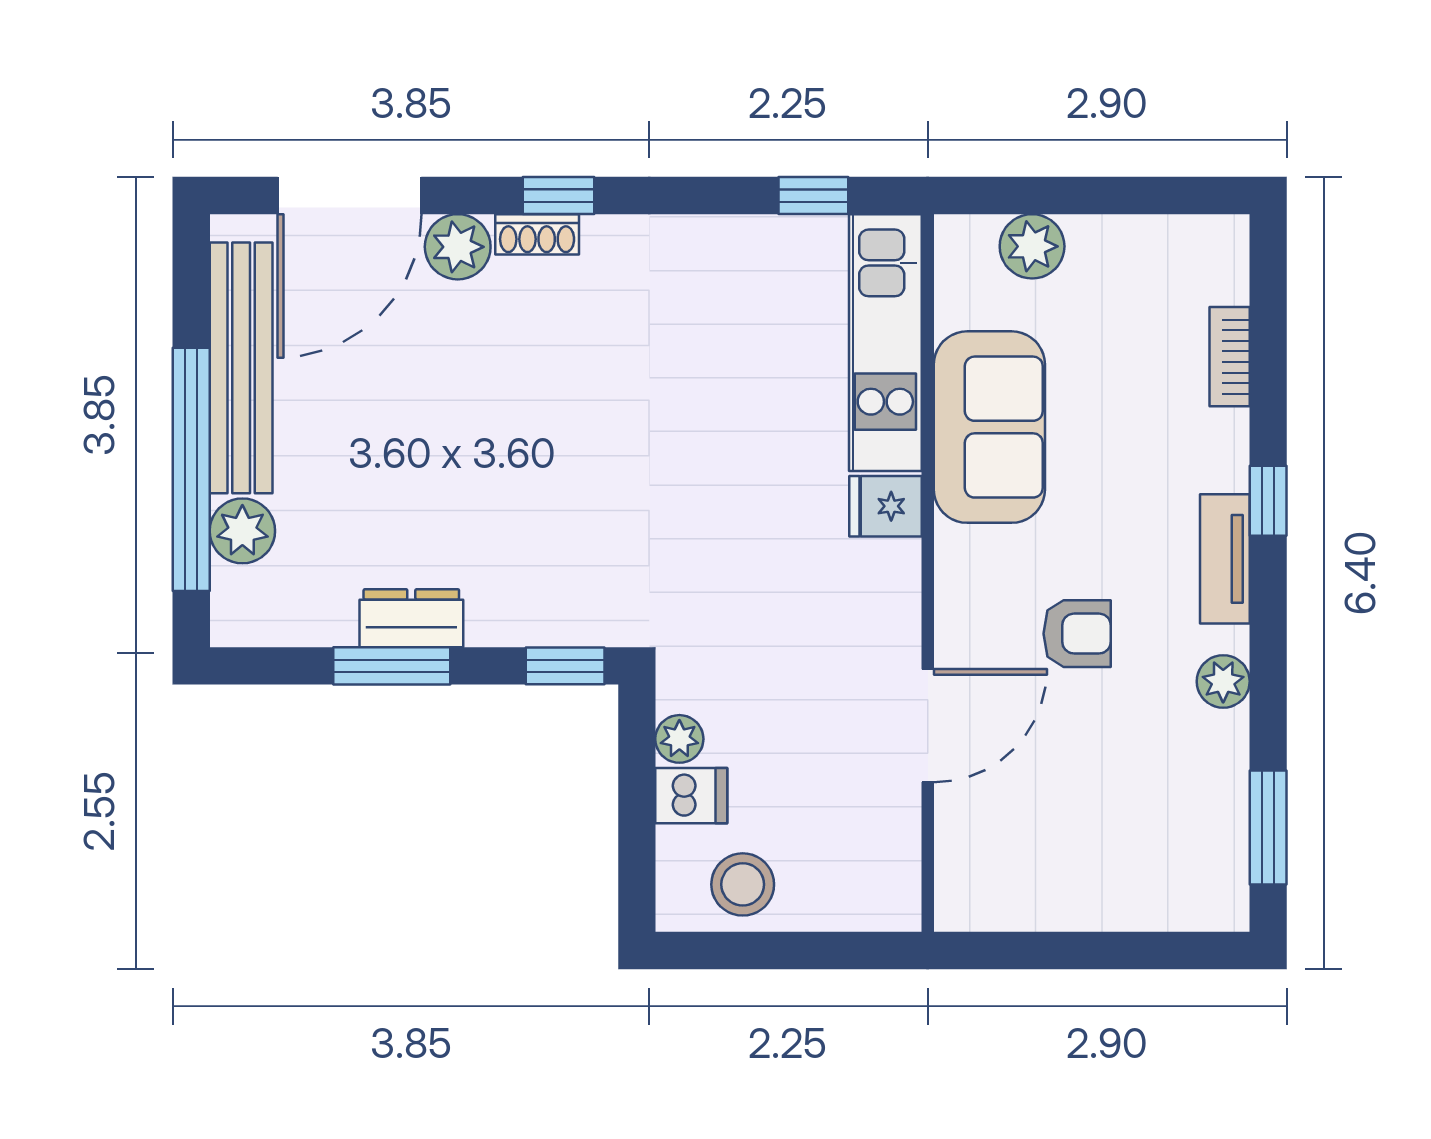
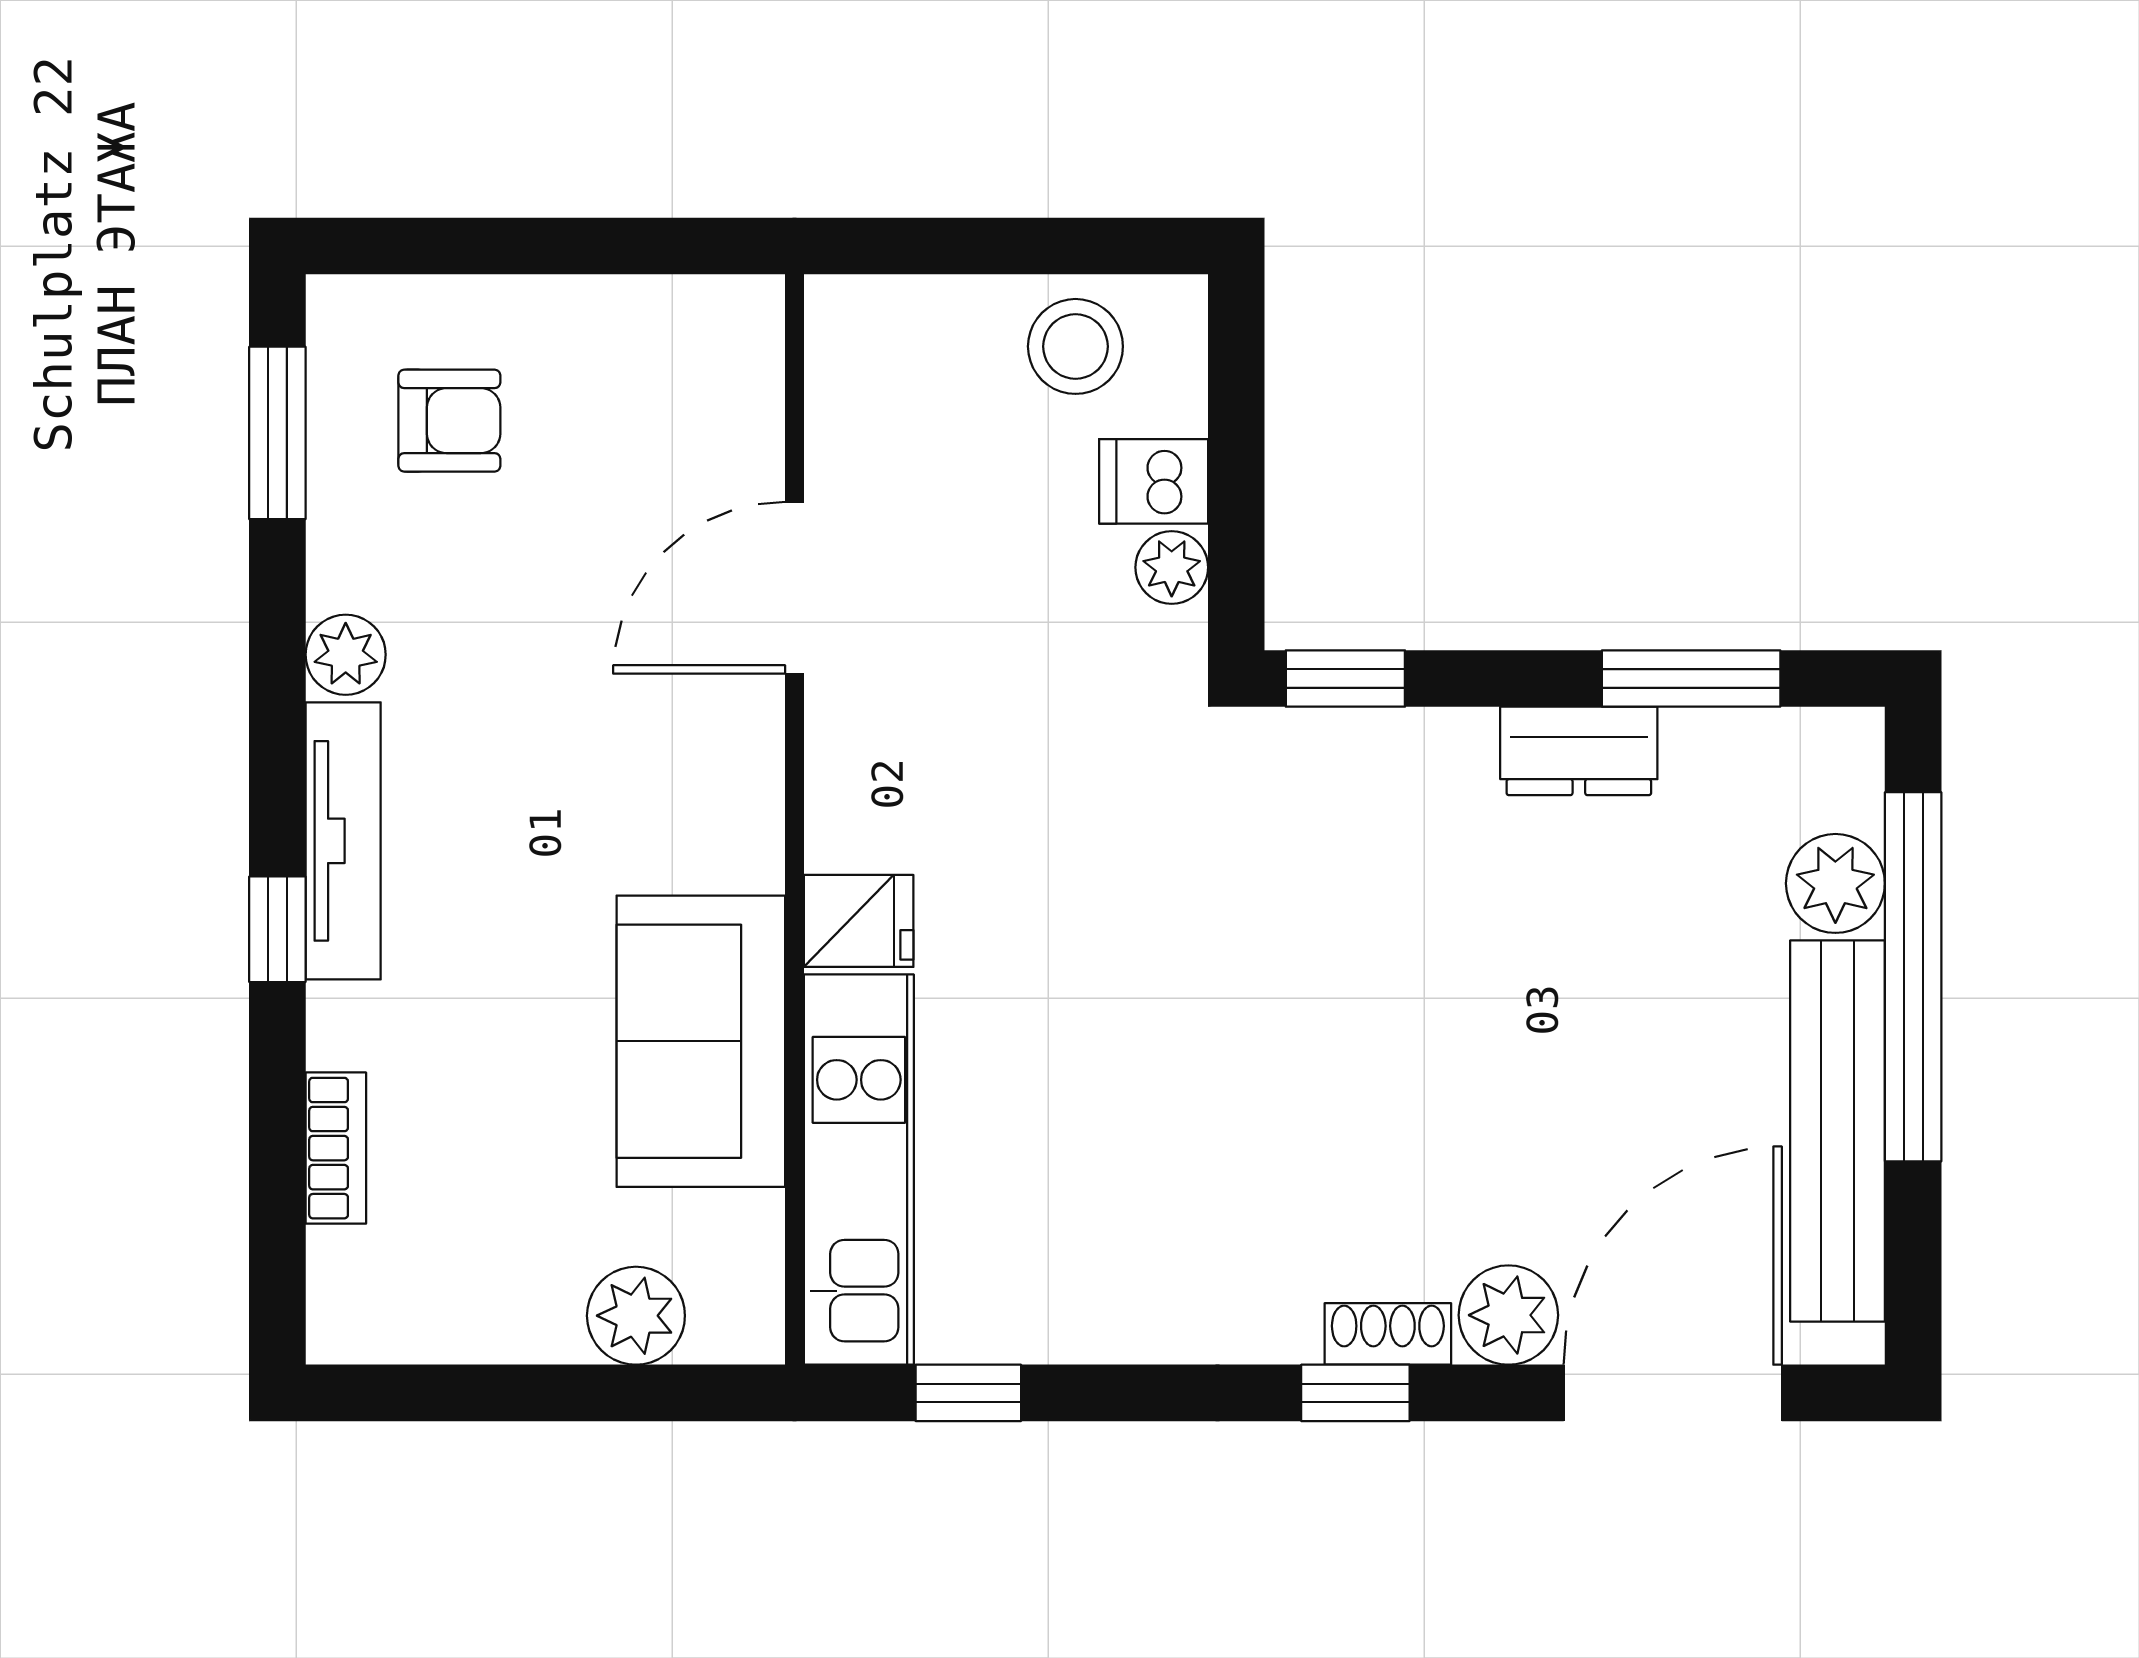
tv unit: (1225, 559) -> (343, 841), width x1.41
armchair: (1077, 634) -> (449, 421), moved, turned 180
window: (392, 666) -> (1691, 678), moved

